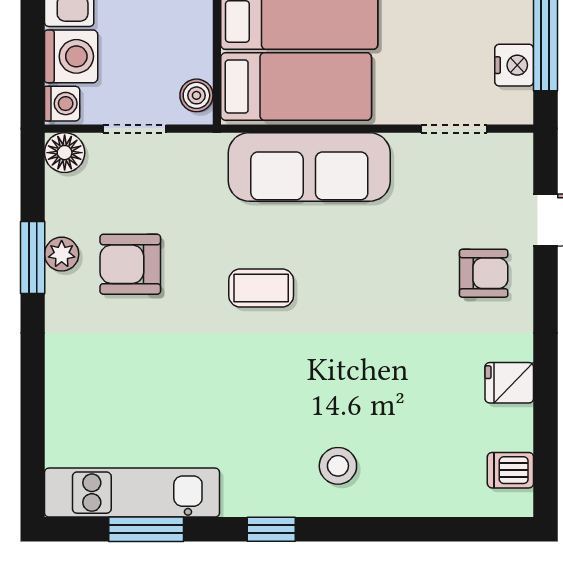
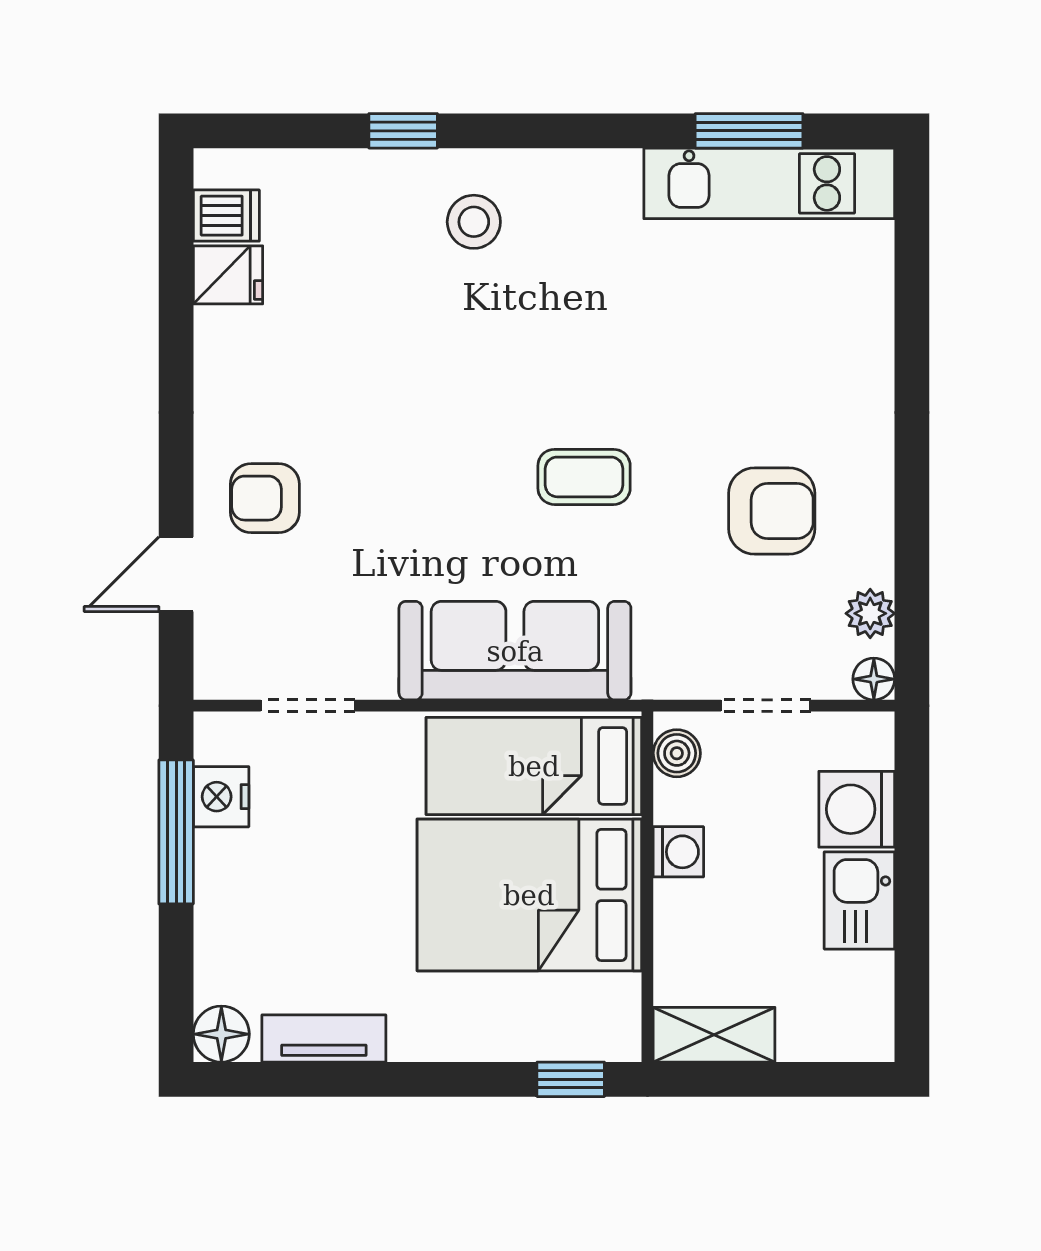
washing machine: (62, 104) -> (678, 852), moved, turned 180
floor lamp: (65, 153) -> (874, 679), width x0.73, depth x0.73
plant: (62, 254) -> (870, 613), moved
window: (33, 258) -> (912, 521), removed
fridge: (509, 383) -> (228, 275), moved
window: (271, 529) -> (403, 131), moved

